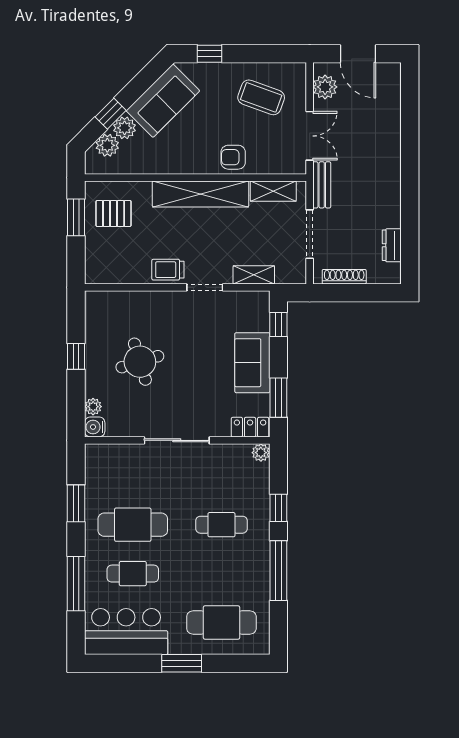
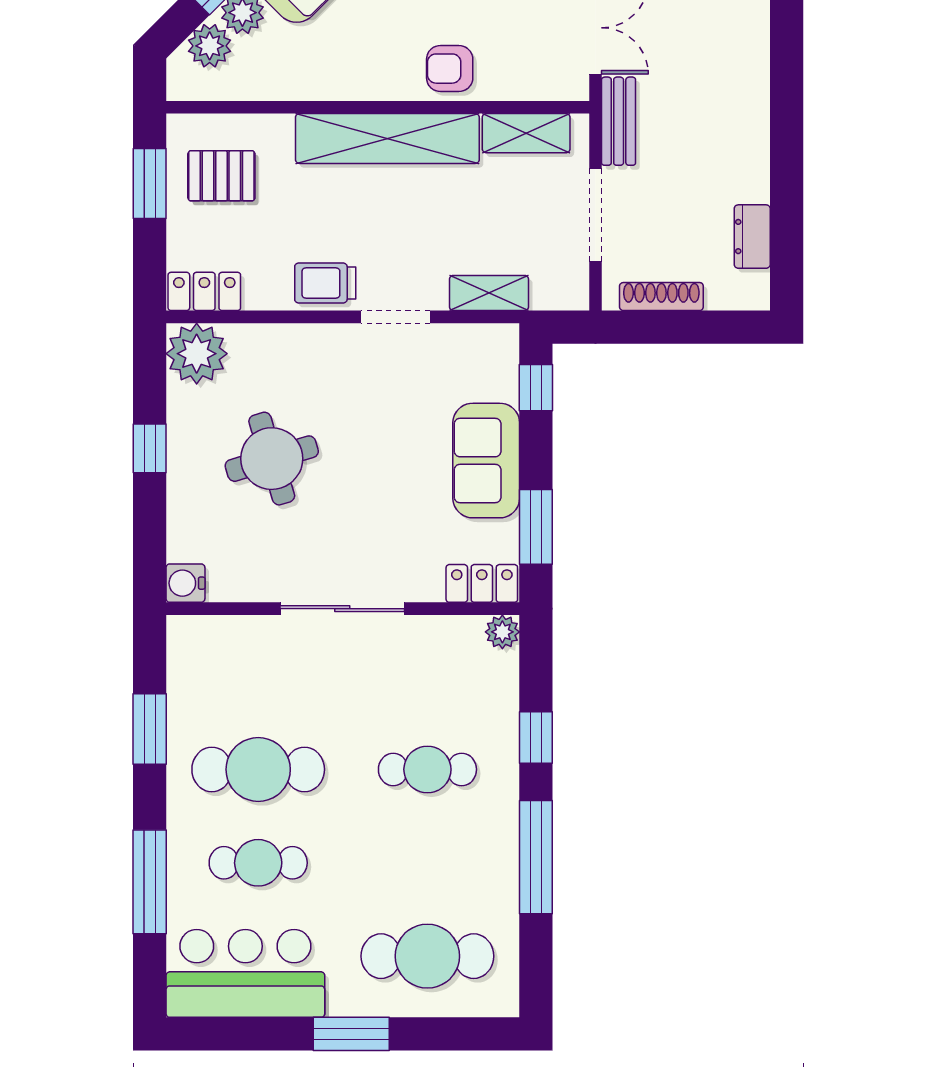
locker: (105, 274) -> (204, 291), added
plant: (93, 407) -> (197, 354), moved, width x1.88, depth x1.88

